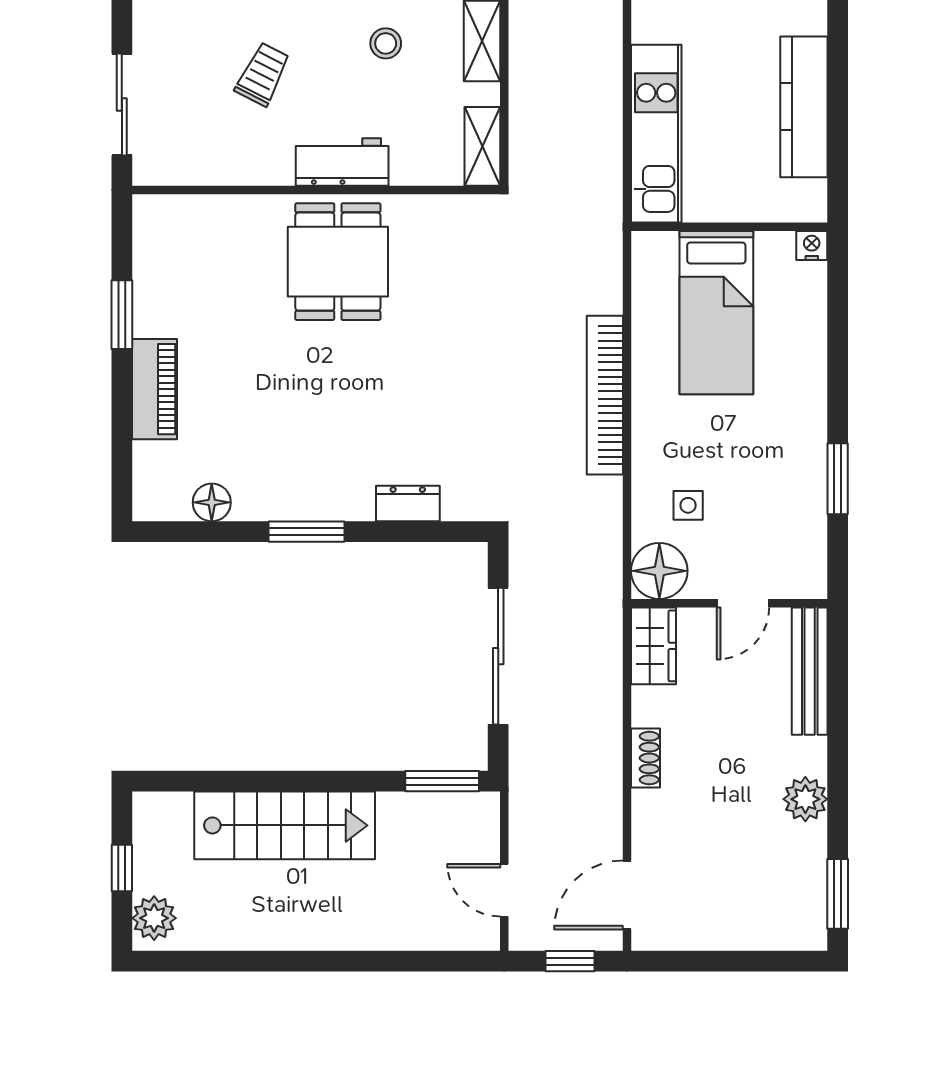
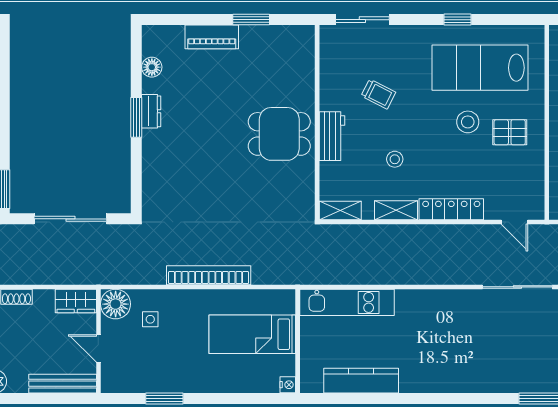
dresser: (408, 503) -> (151, 111), moved

